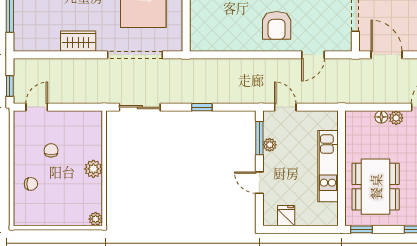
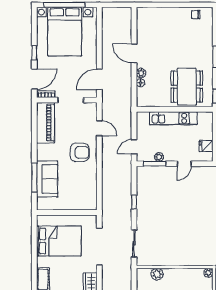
plant: (93, 169) -> (157, 274), moved
dining table: (376, 187) -> (187, 87), turned 90

